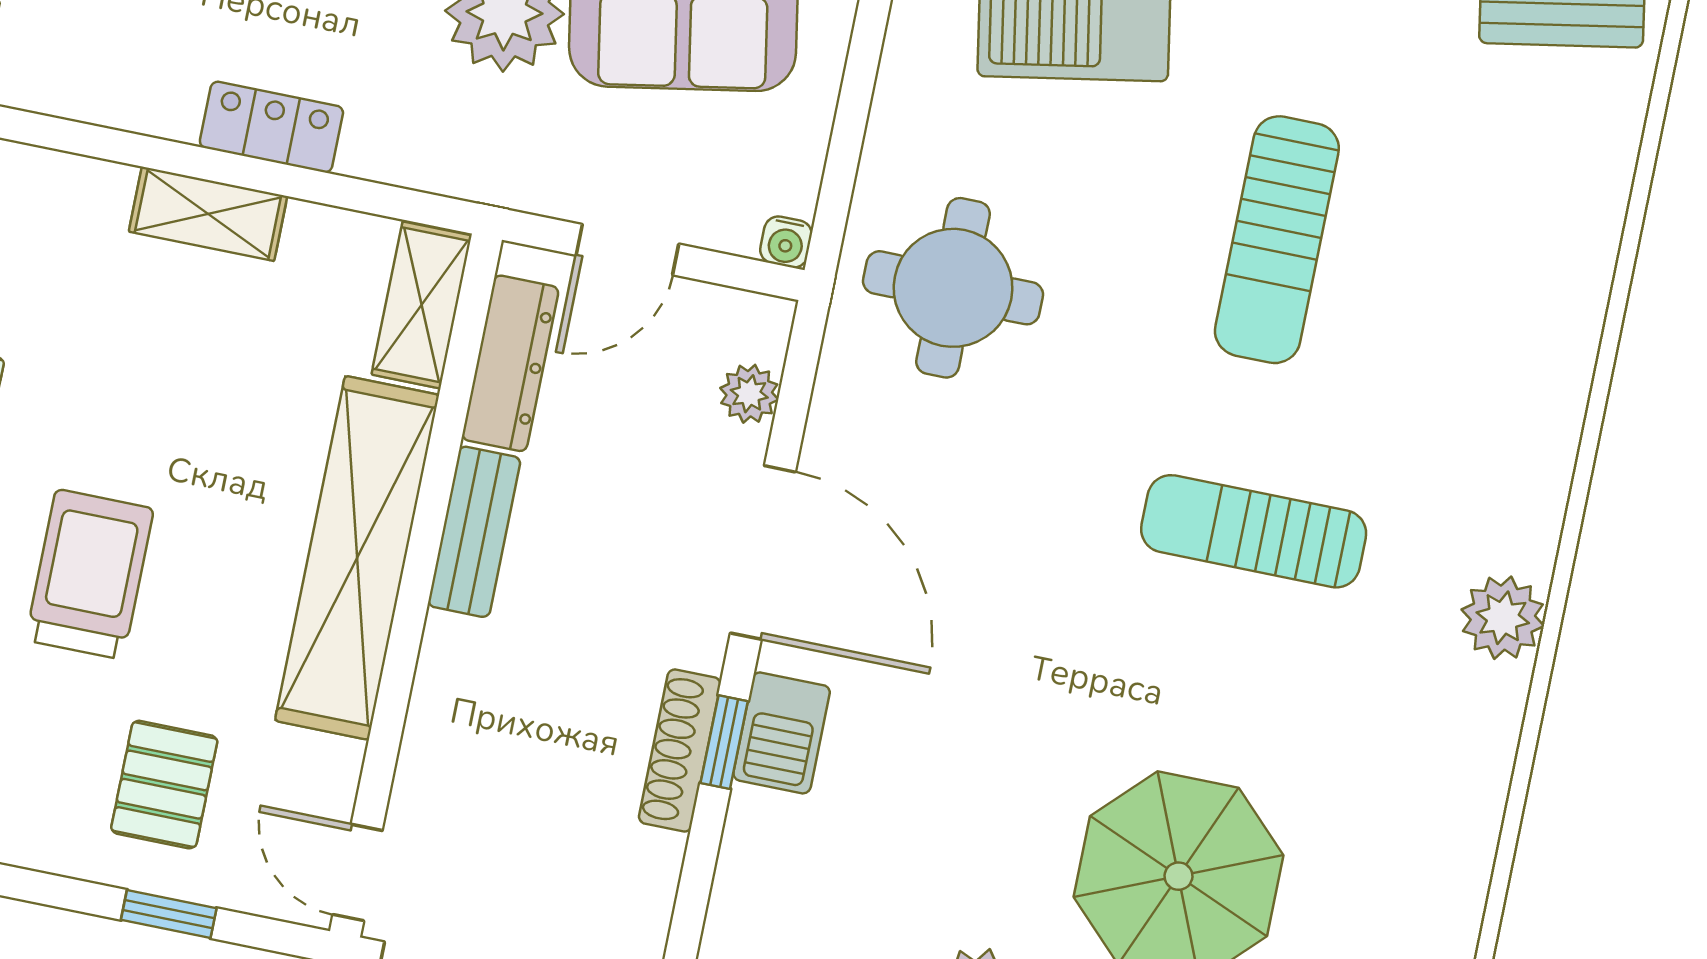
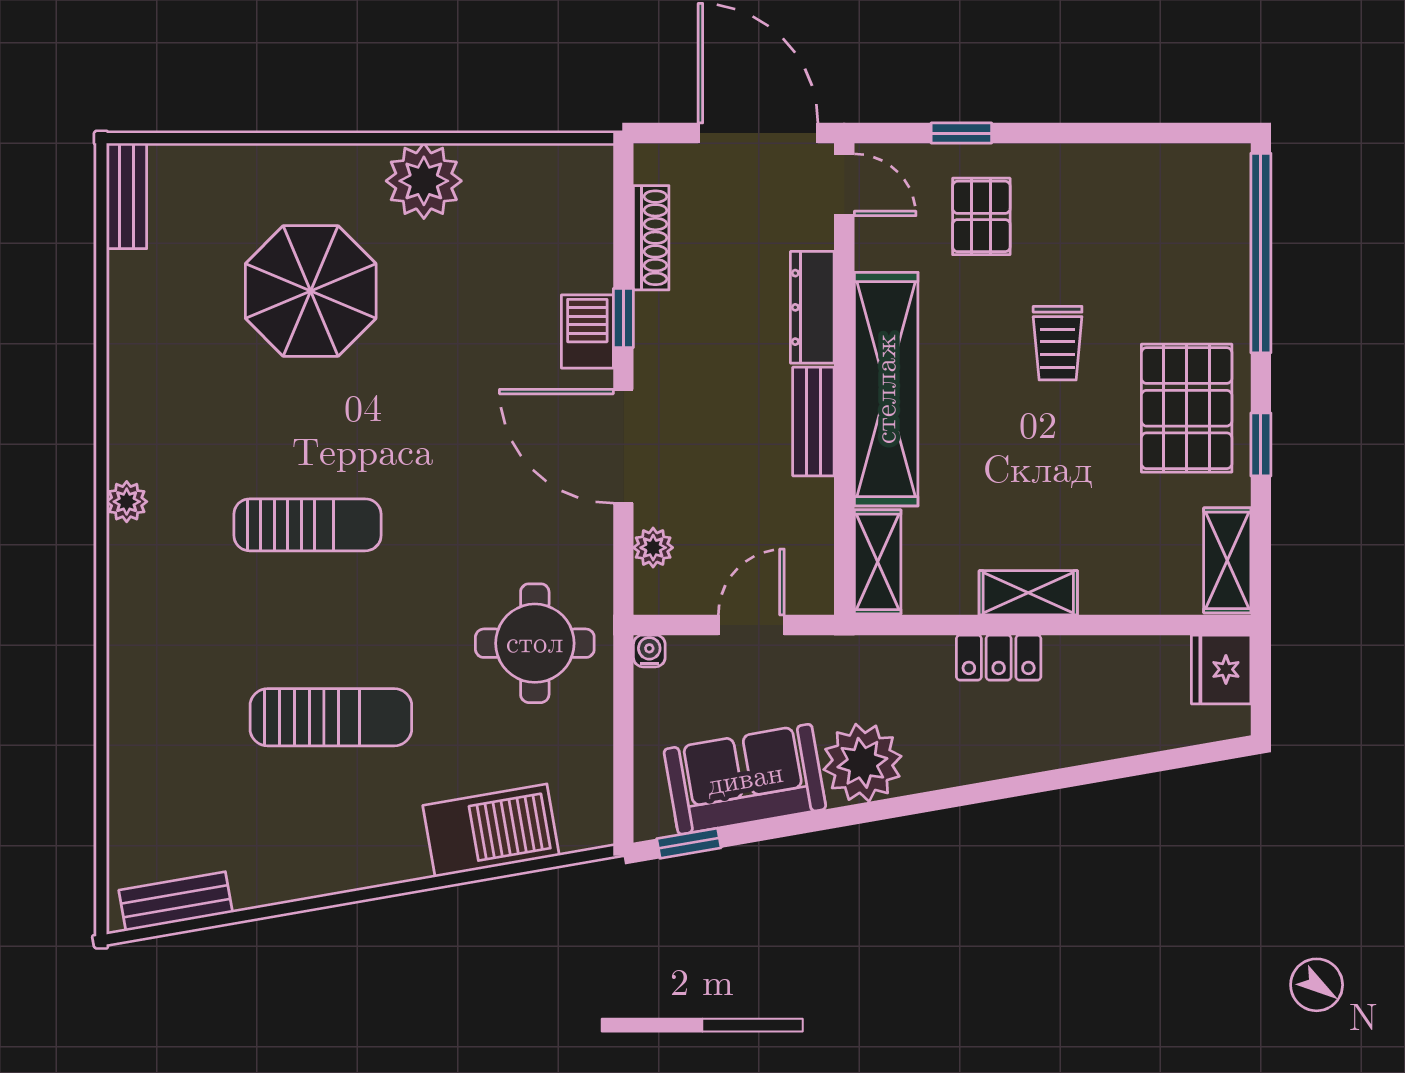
sun lounger: (1277, 240) -> (331, 717), turned 90
dresser: (510, 363) -> (812, 307), moved
trolley: (90, 574) -> (1058, 343), width x0.73, depth x0.72
plant: (1503, 618) -> (127, 502), width x0.73, depth x0.73
shoe rack: (680, 750) -> (651, 238), moved

